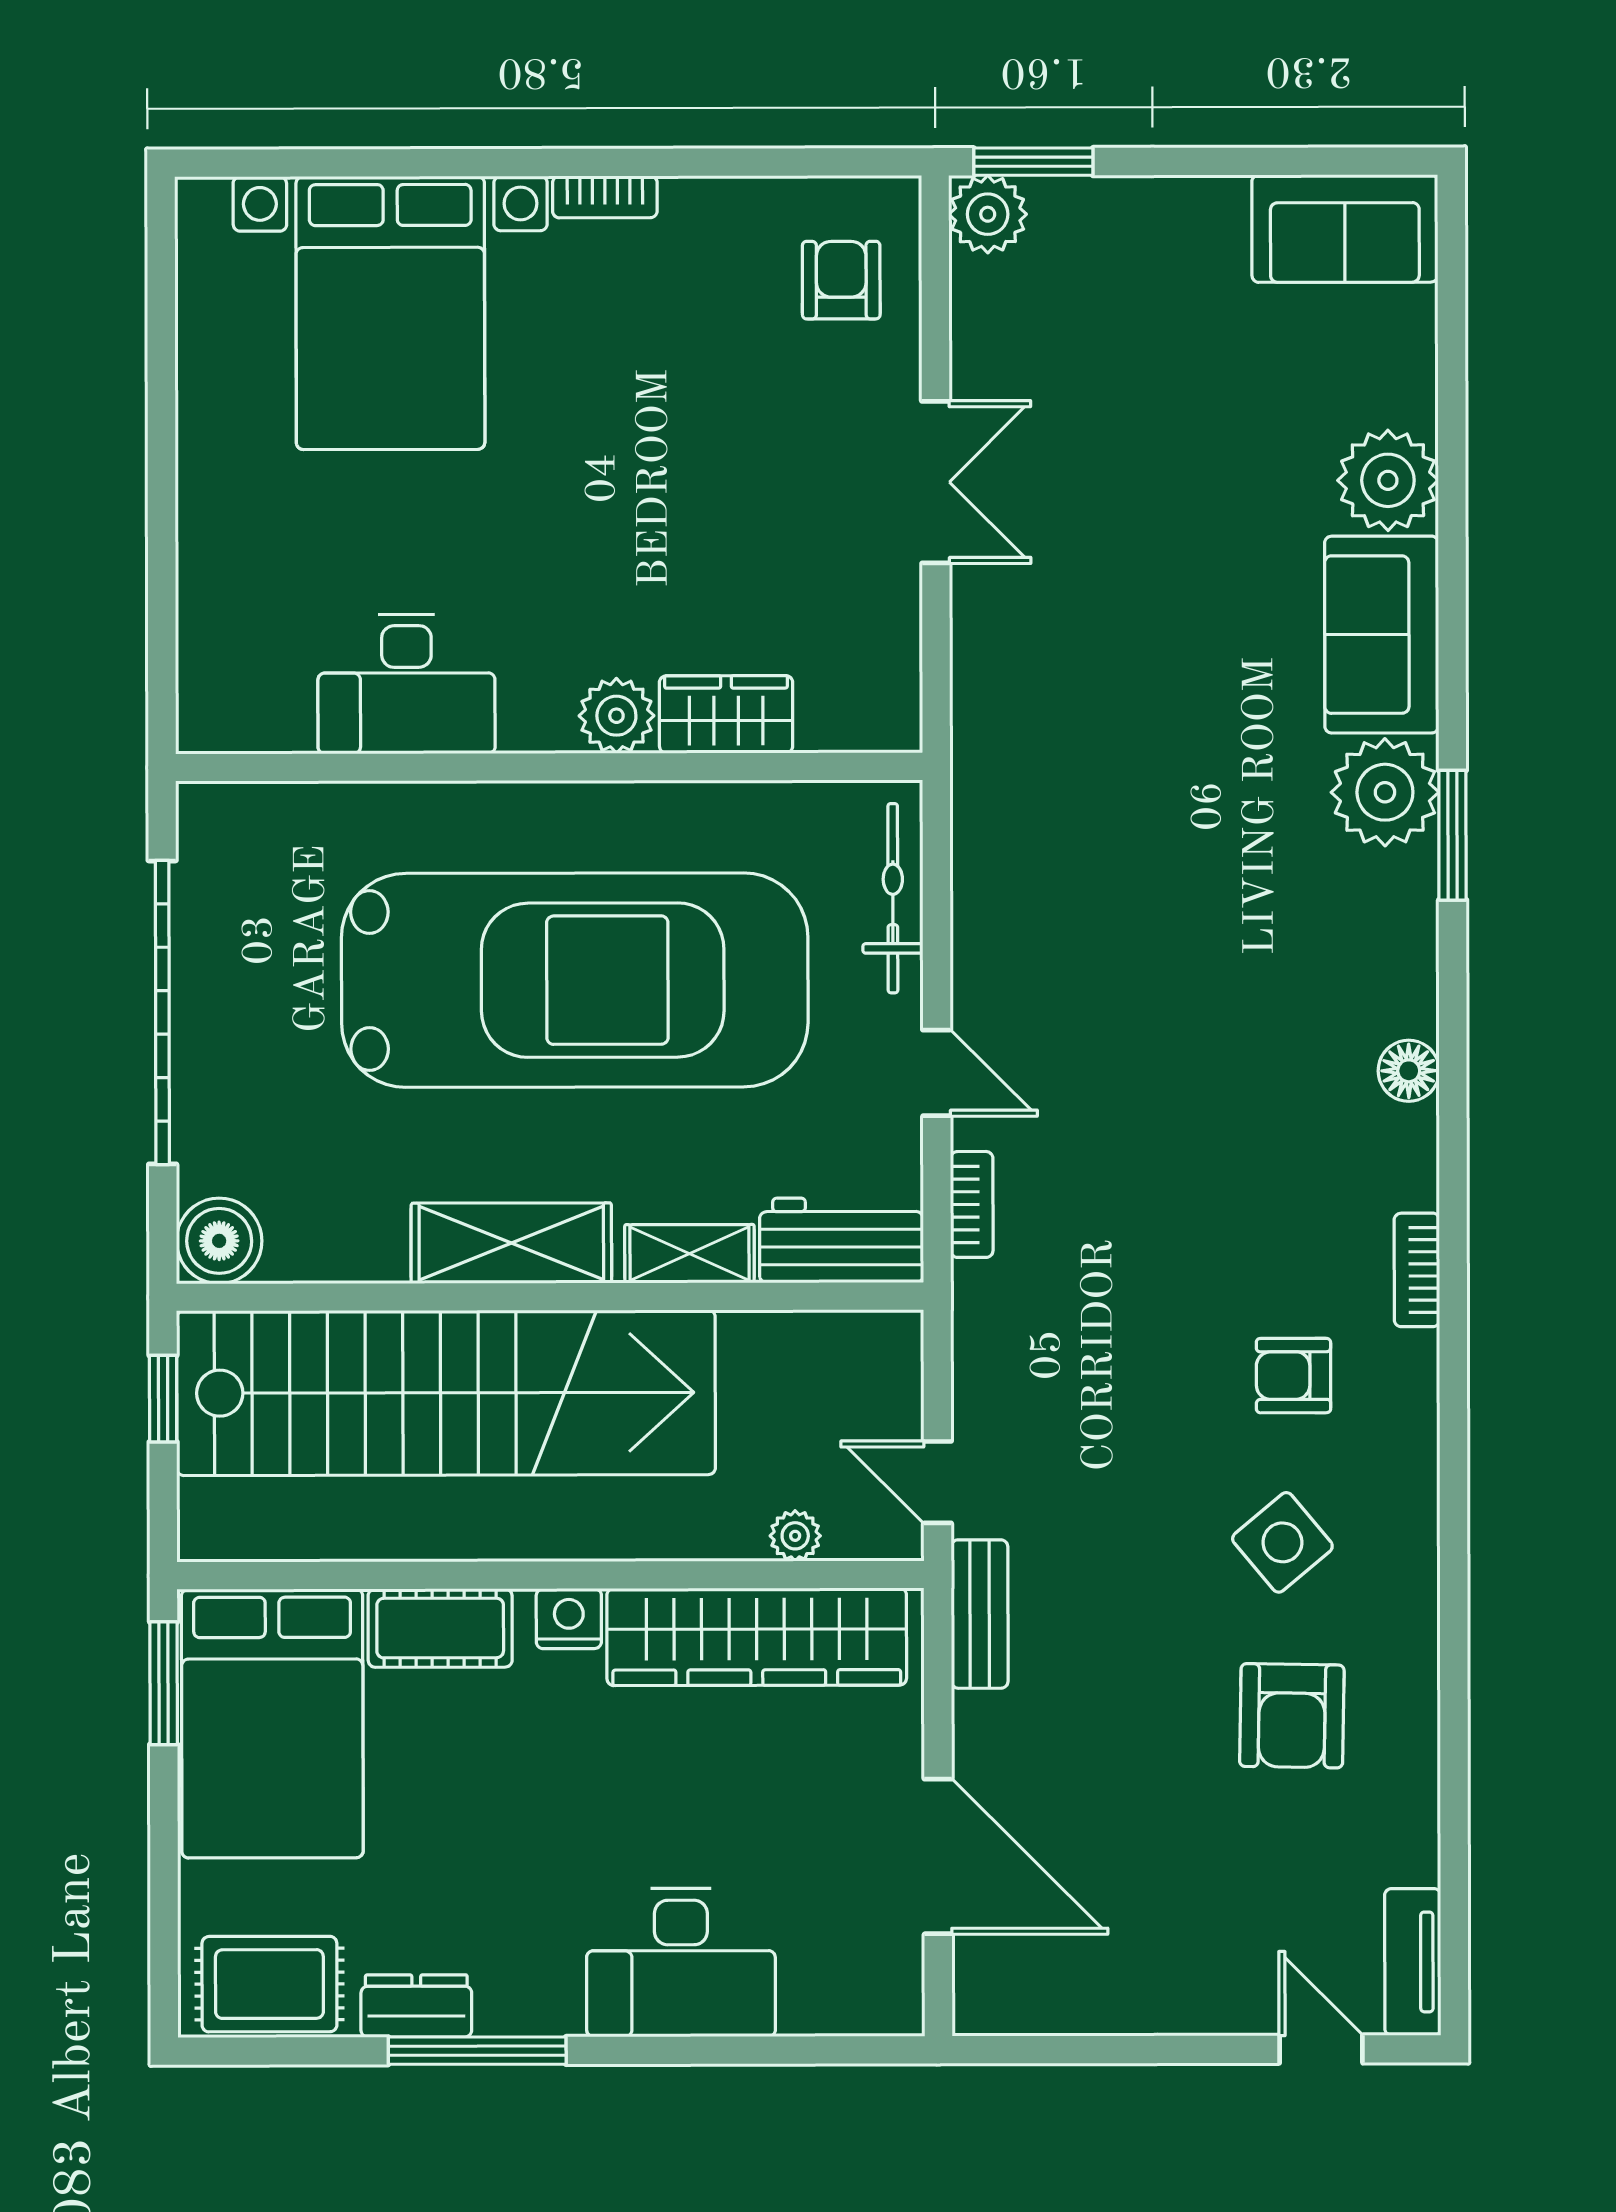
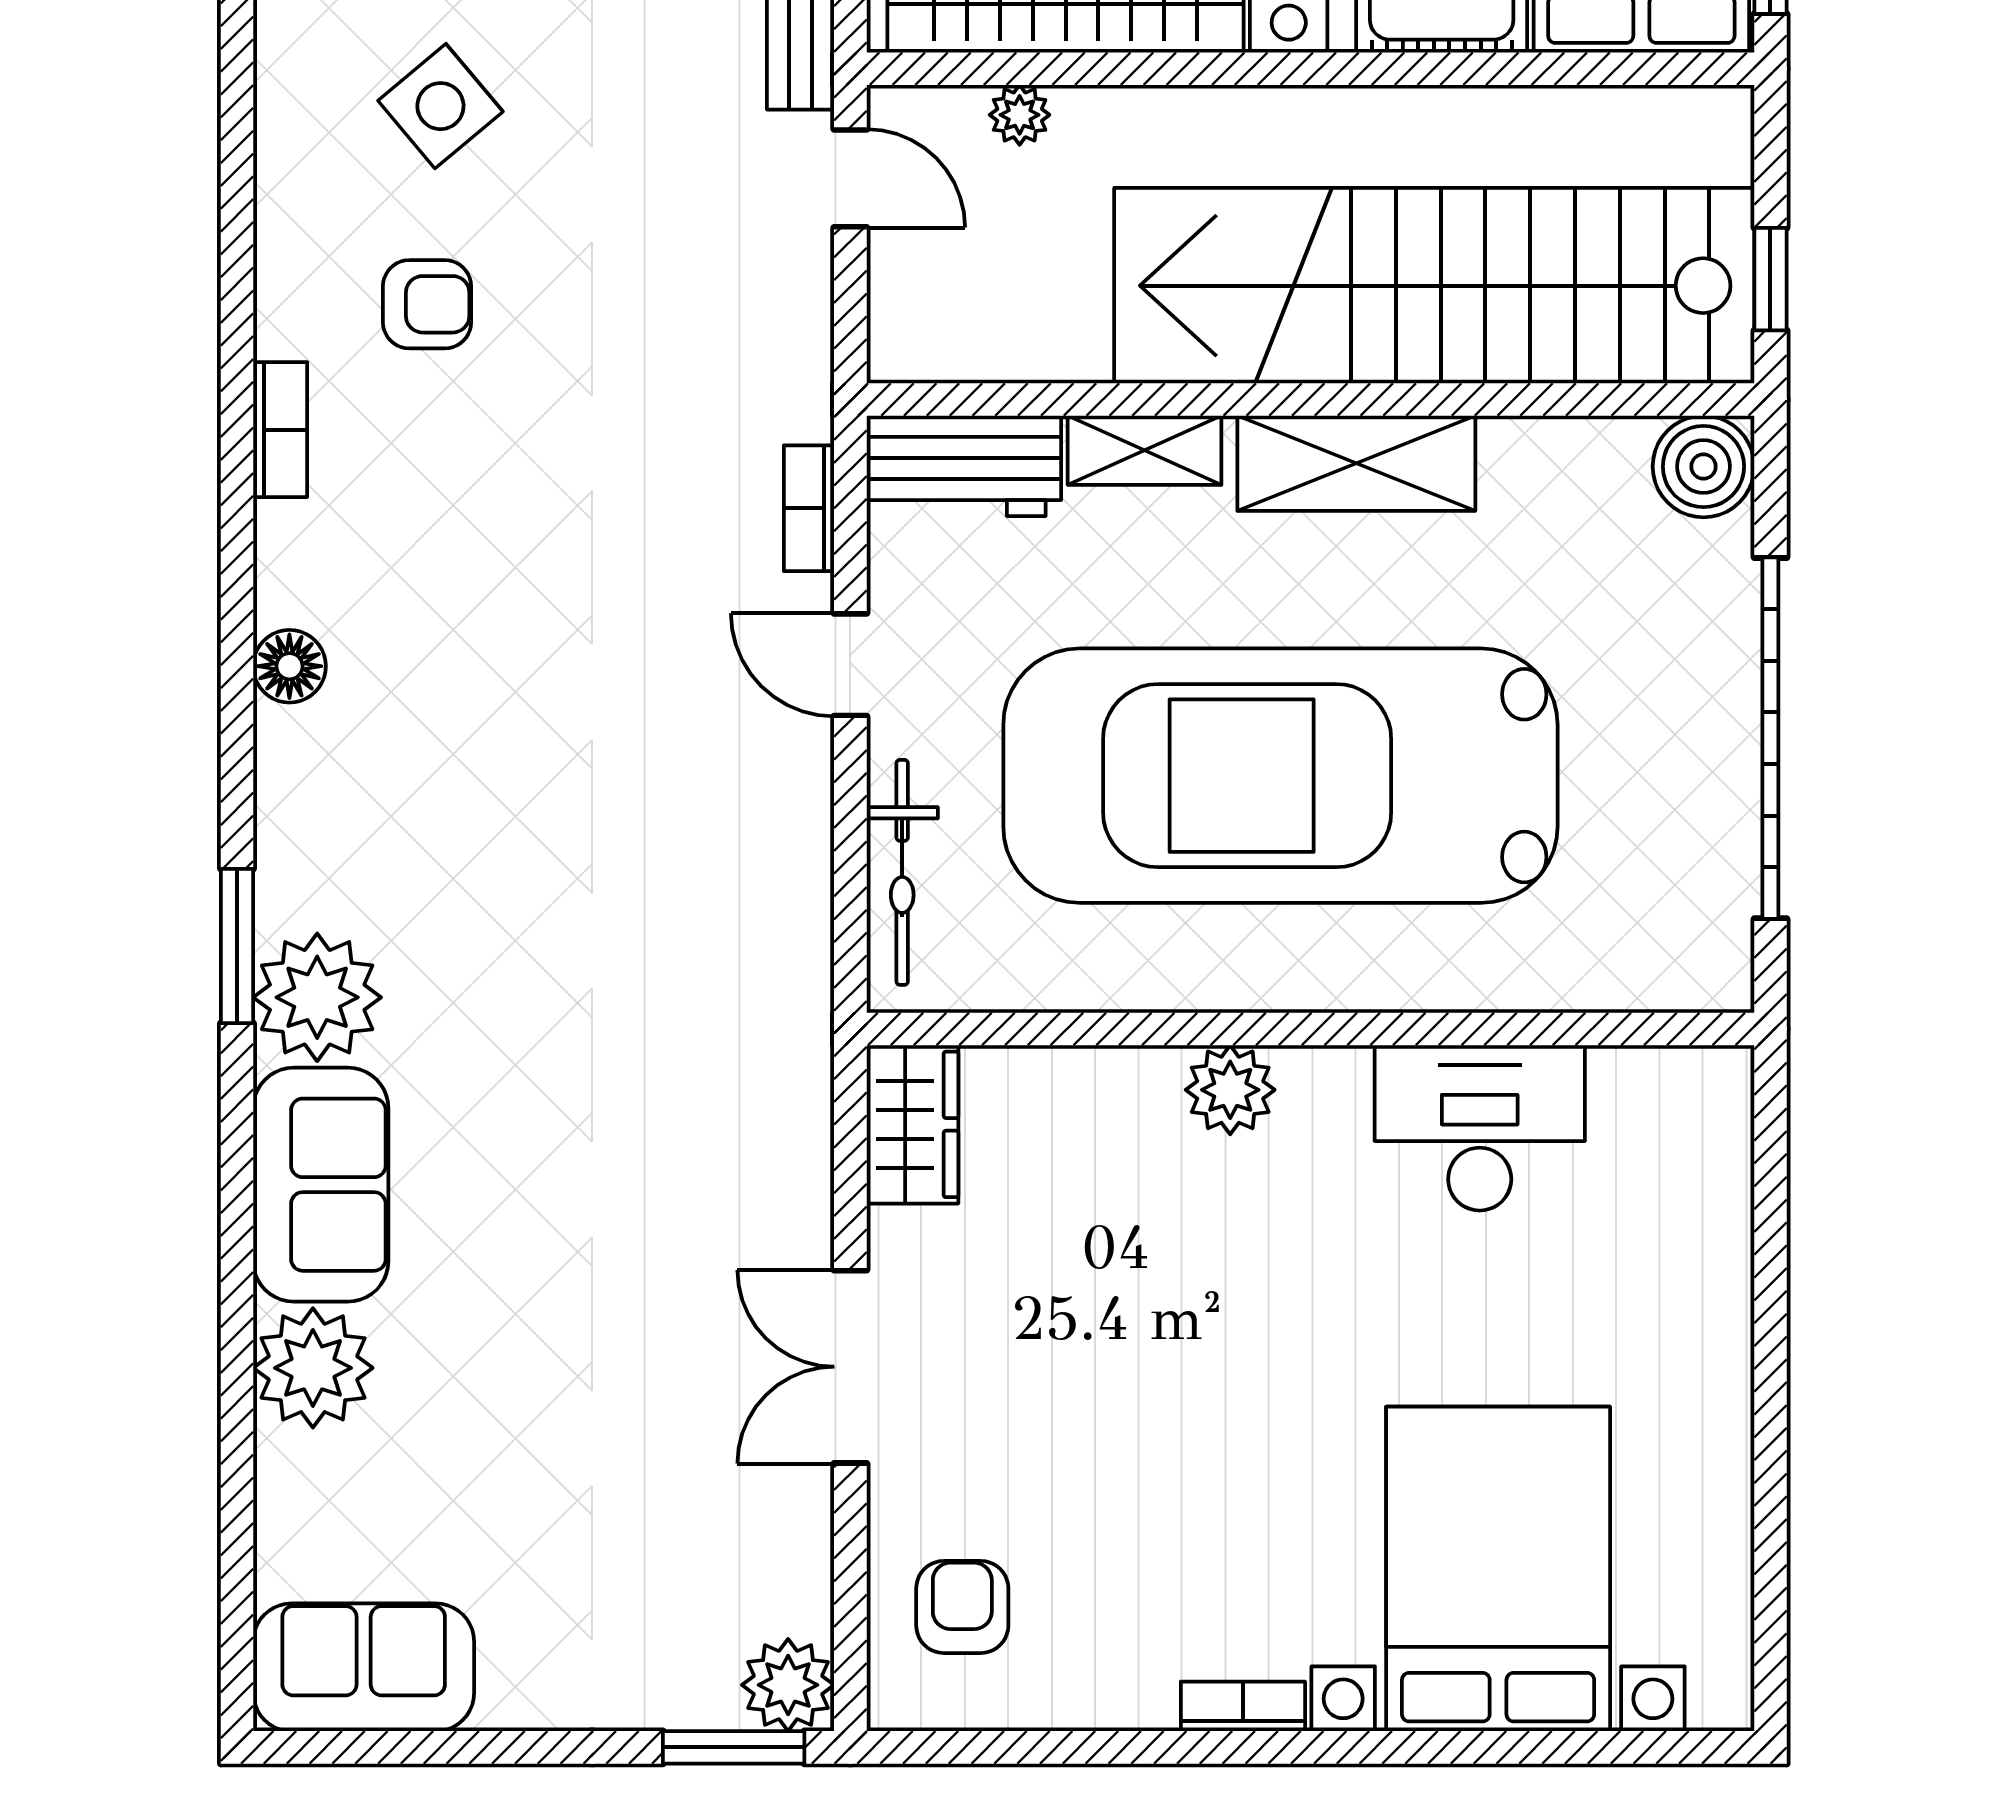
armchair: (841, 280) -> (962, 1607), turned 180
wardrobe: (726, 714) -> (912, 1124), moved, turned -90

